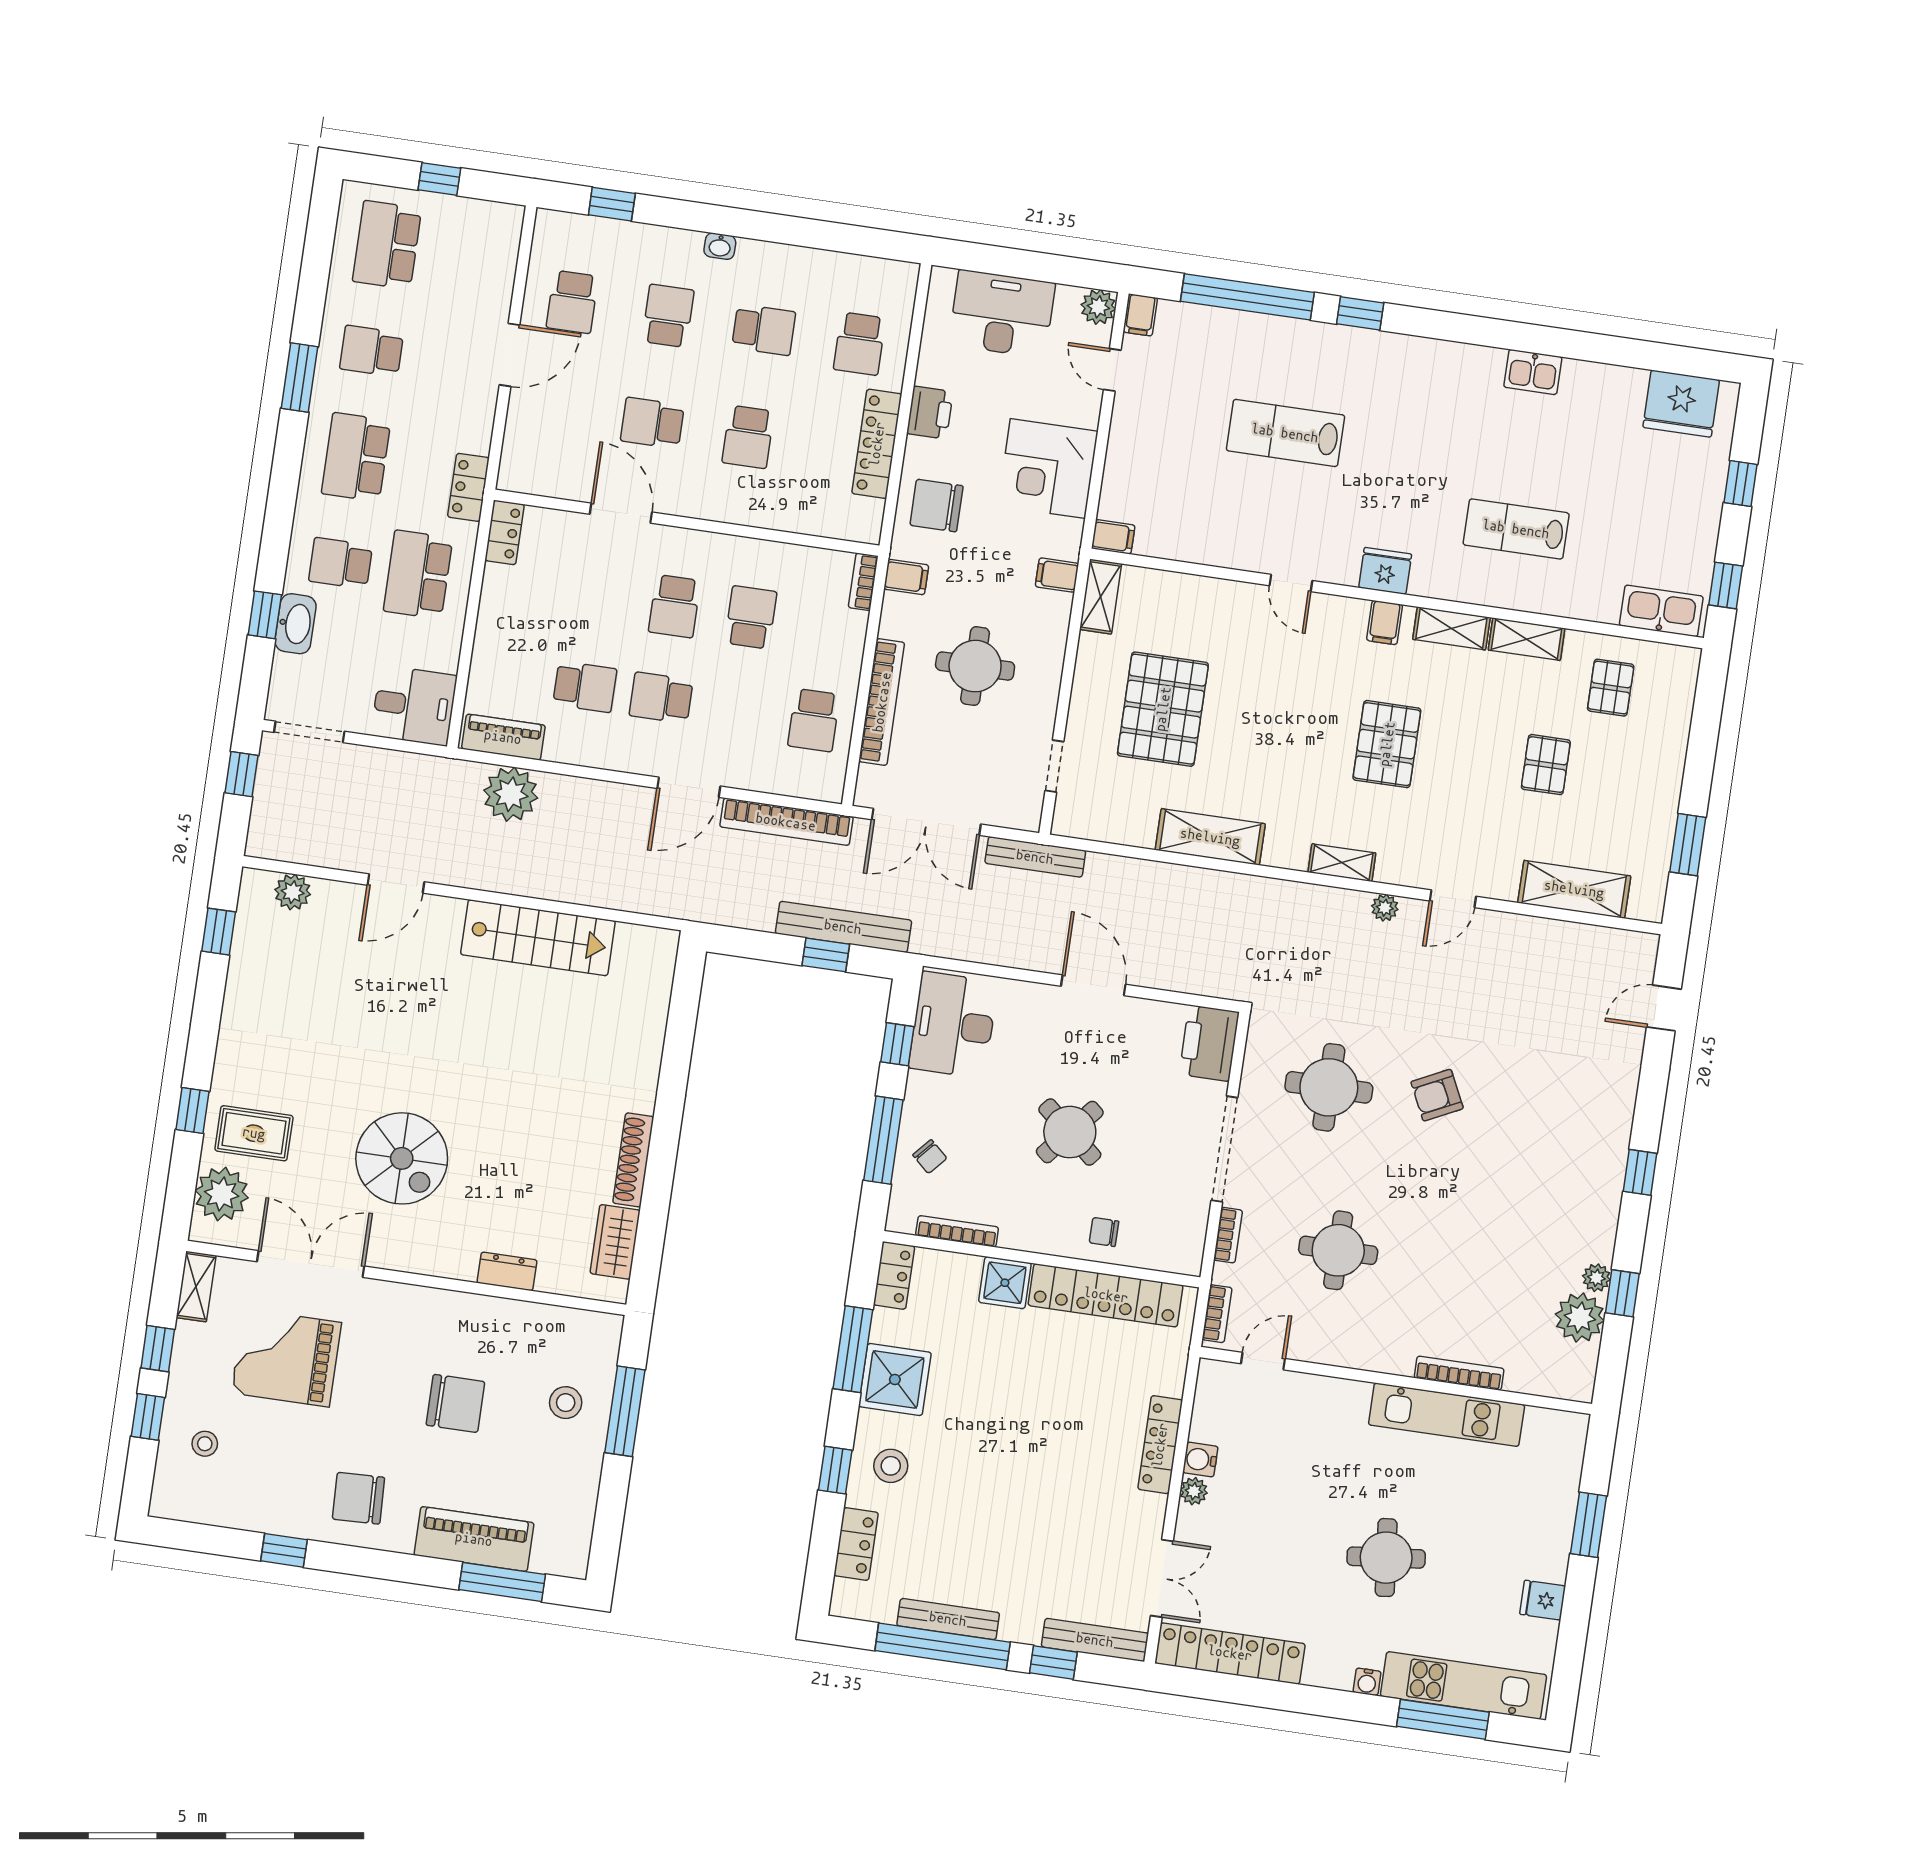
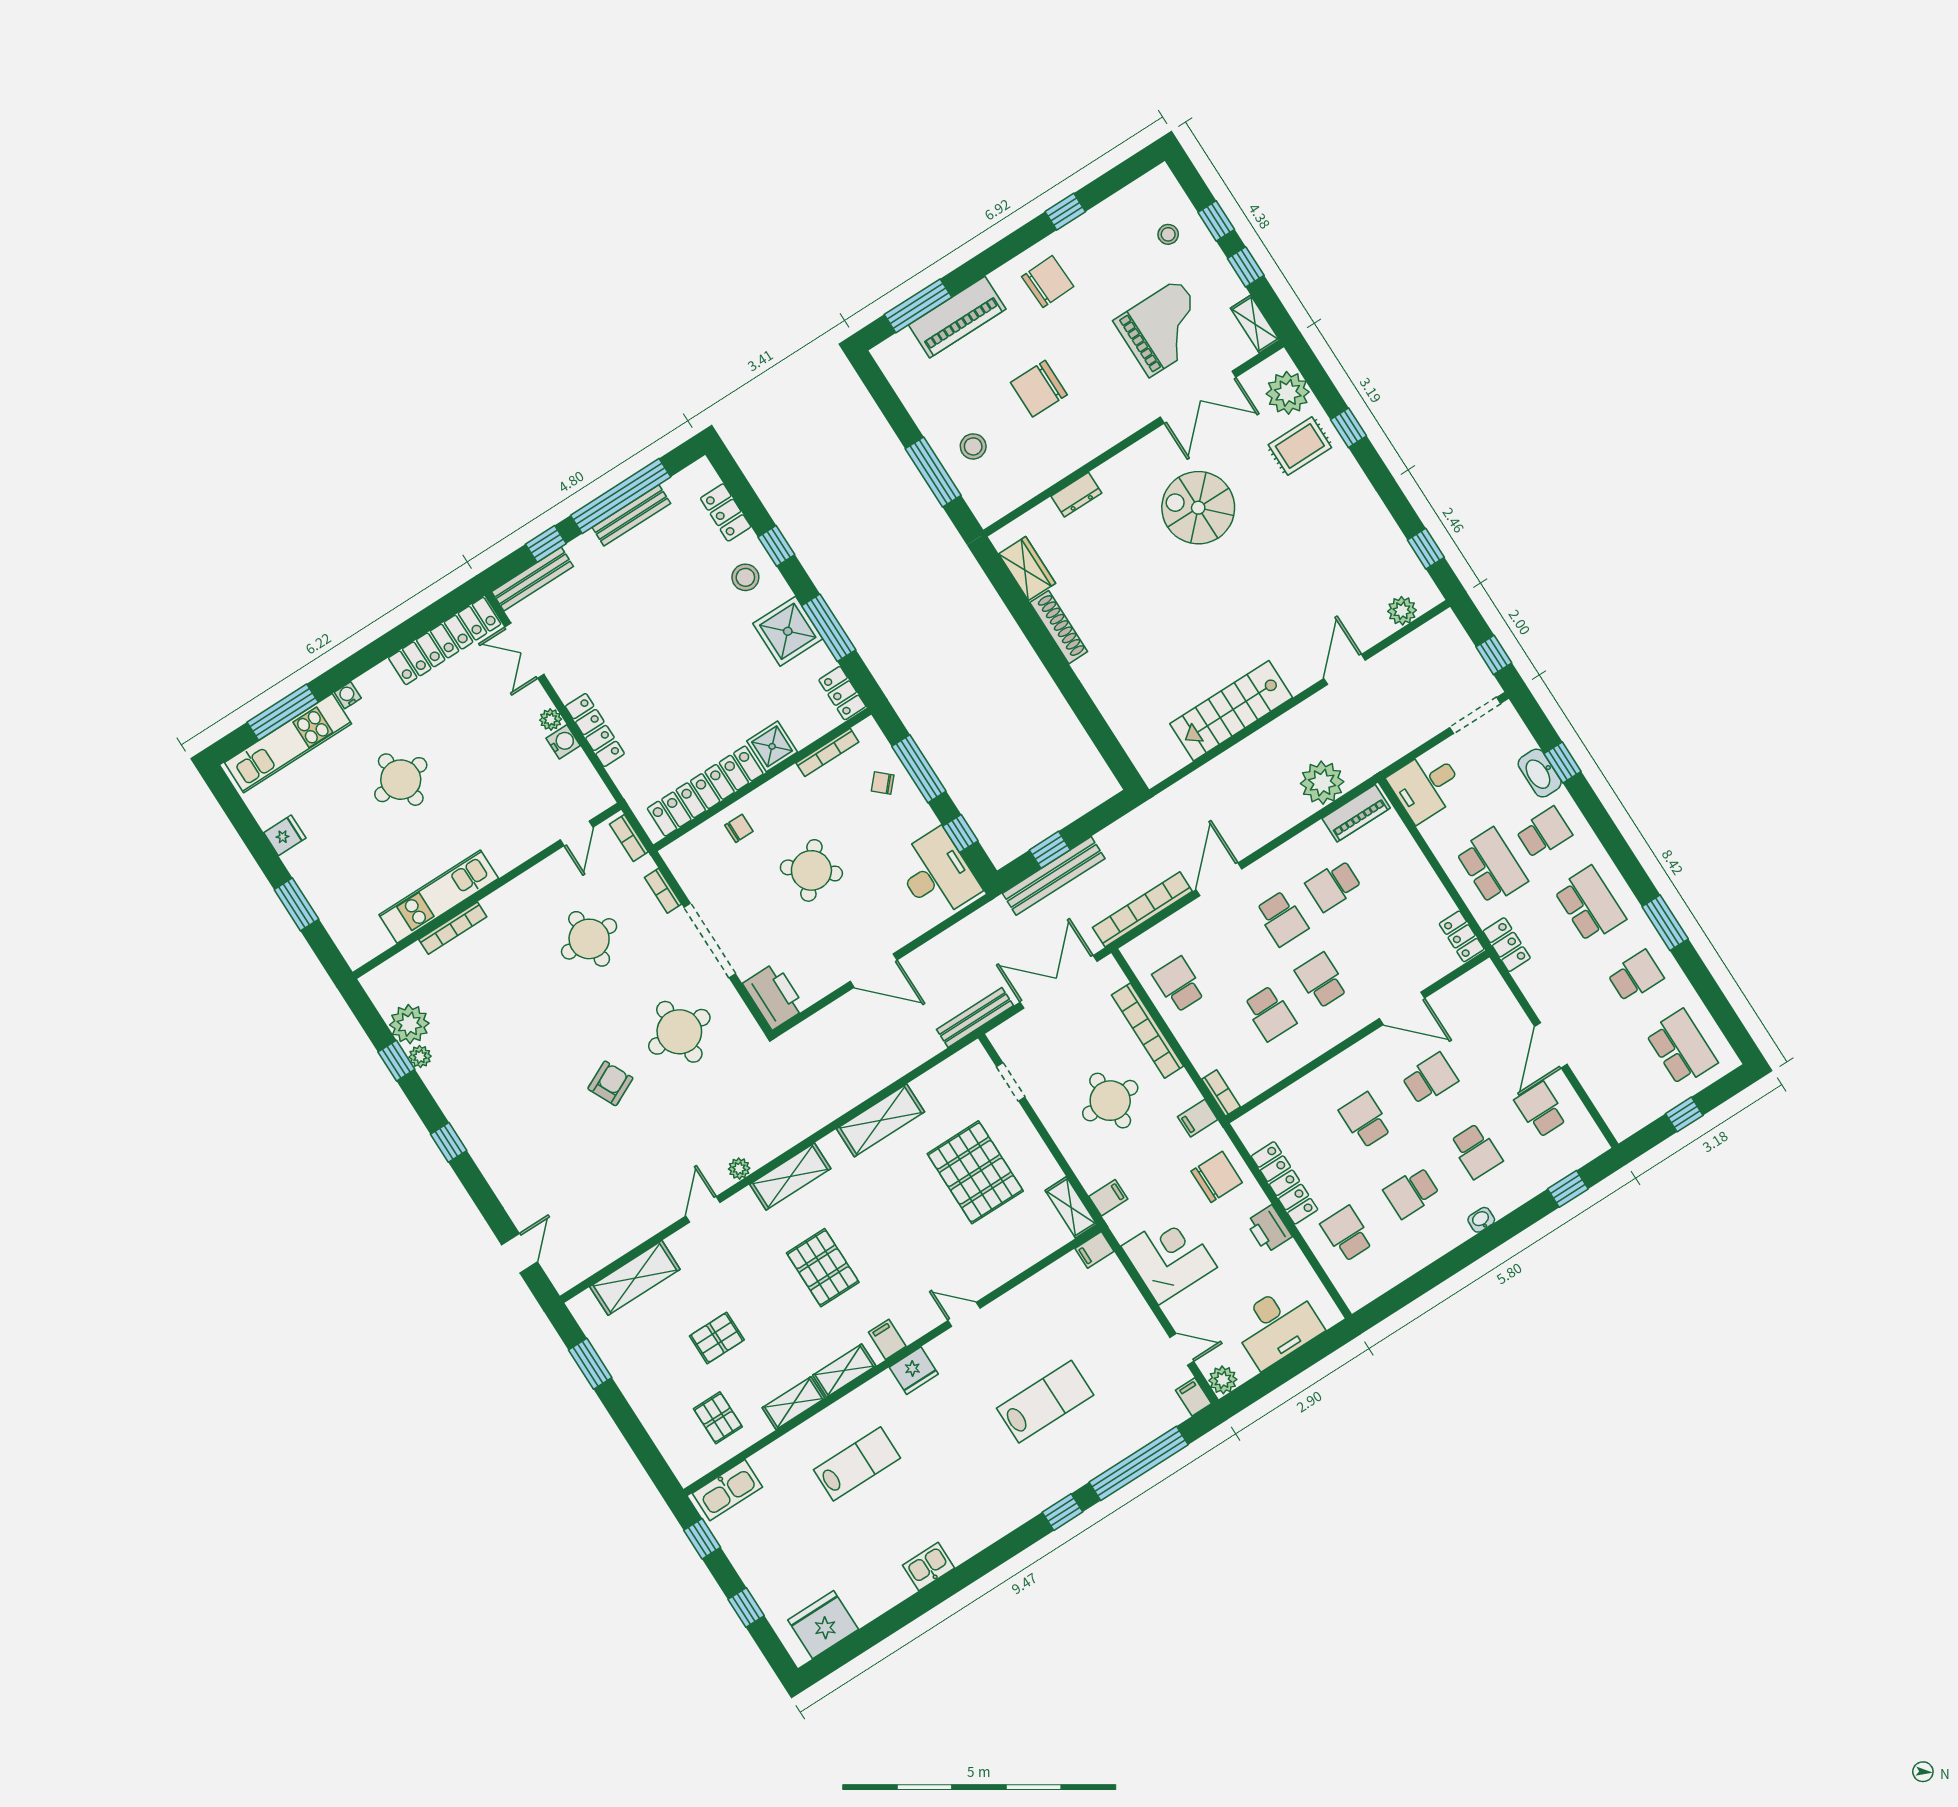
school desk: (661, 698) -> (1282, 919), turned 90
pallet: (1546, 765) -> (717, 1338), turned 90
shelving: (1342, 863) -> (790, 1176), width x1.50, depth x1.33

